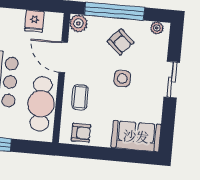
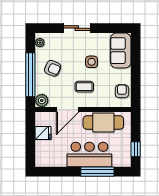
armchair: (120, 42) -> (53, 68), turned 71
side table: (122, 78) -> (92, 62), moved
coffee table: (80, 97) -> (84, 87), moved

